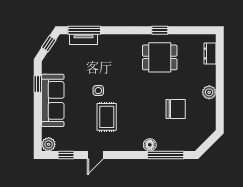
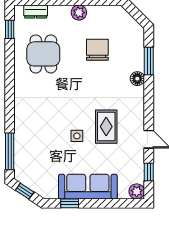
window: (160, 30) -> (10, 29), moved
tv unit: (84, 39) -> (20, 152), removed
dining table: (160, 57) -> (43, 54), moved
rug: (107, 117) -> (106, 127), turned 90
window: (166, 155) -> (149, 61), width x0.69

